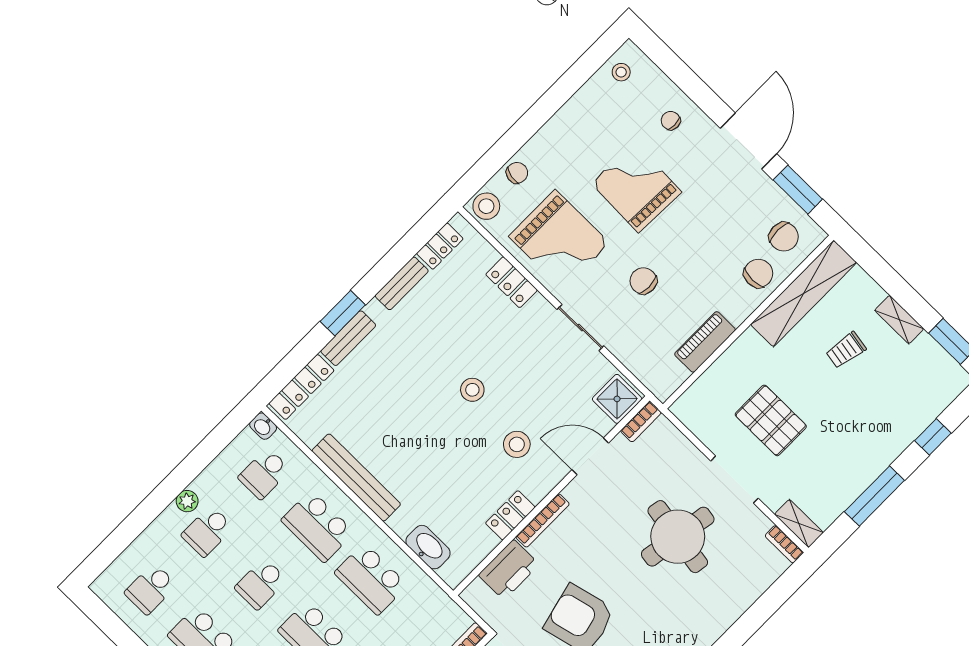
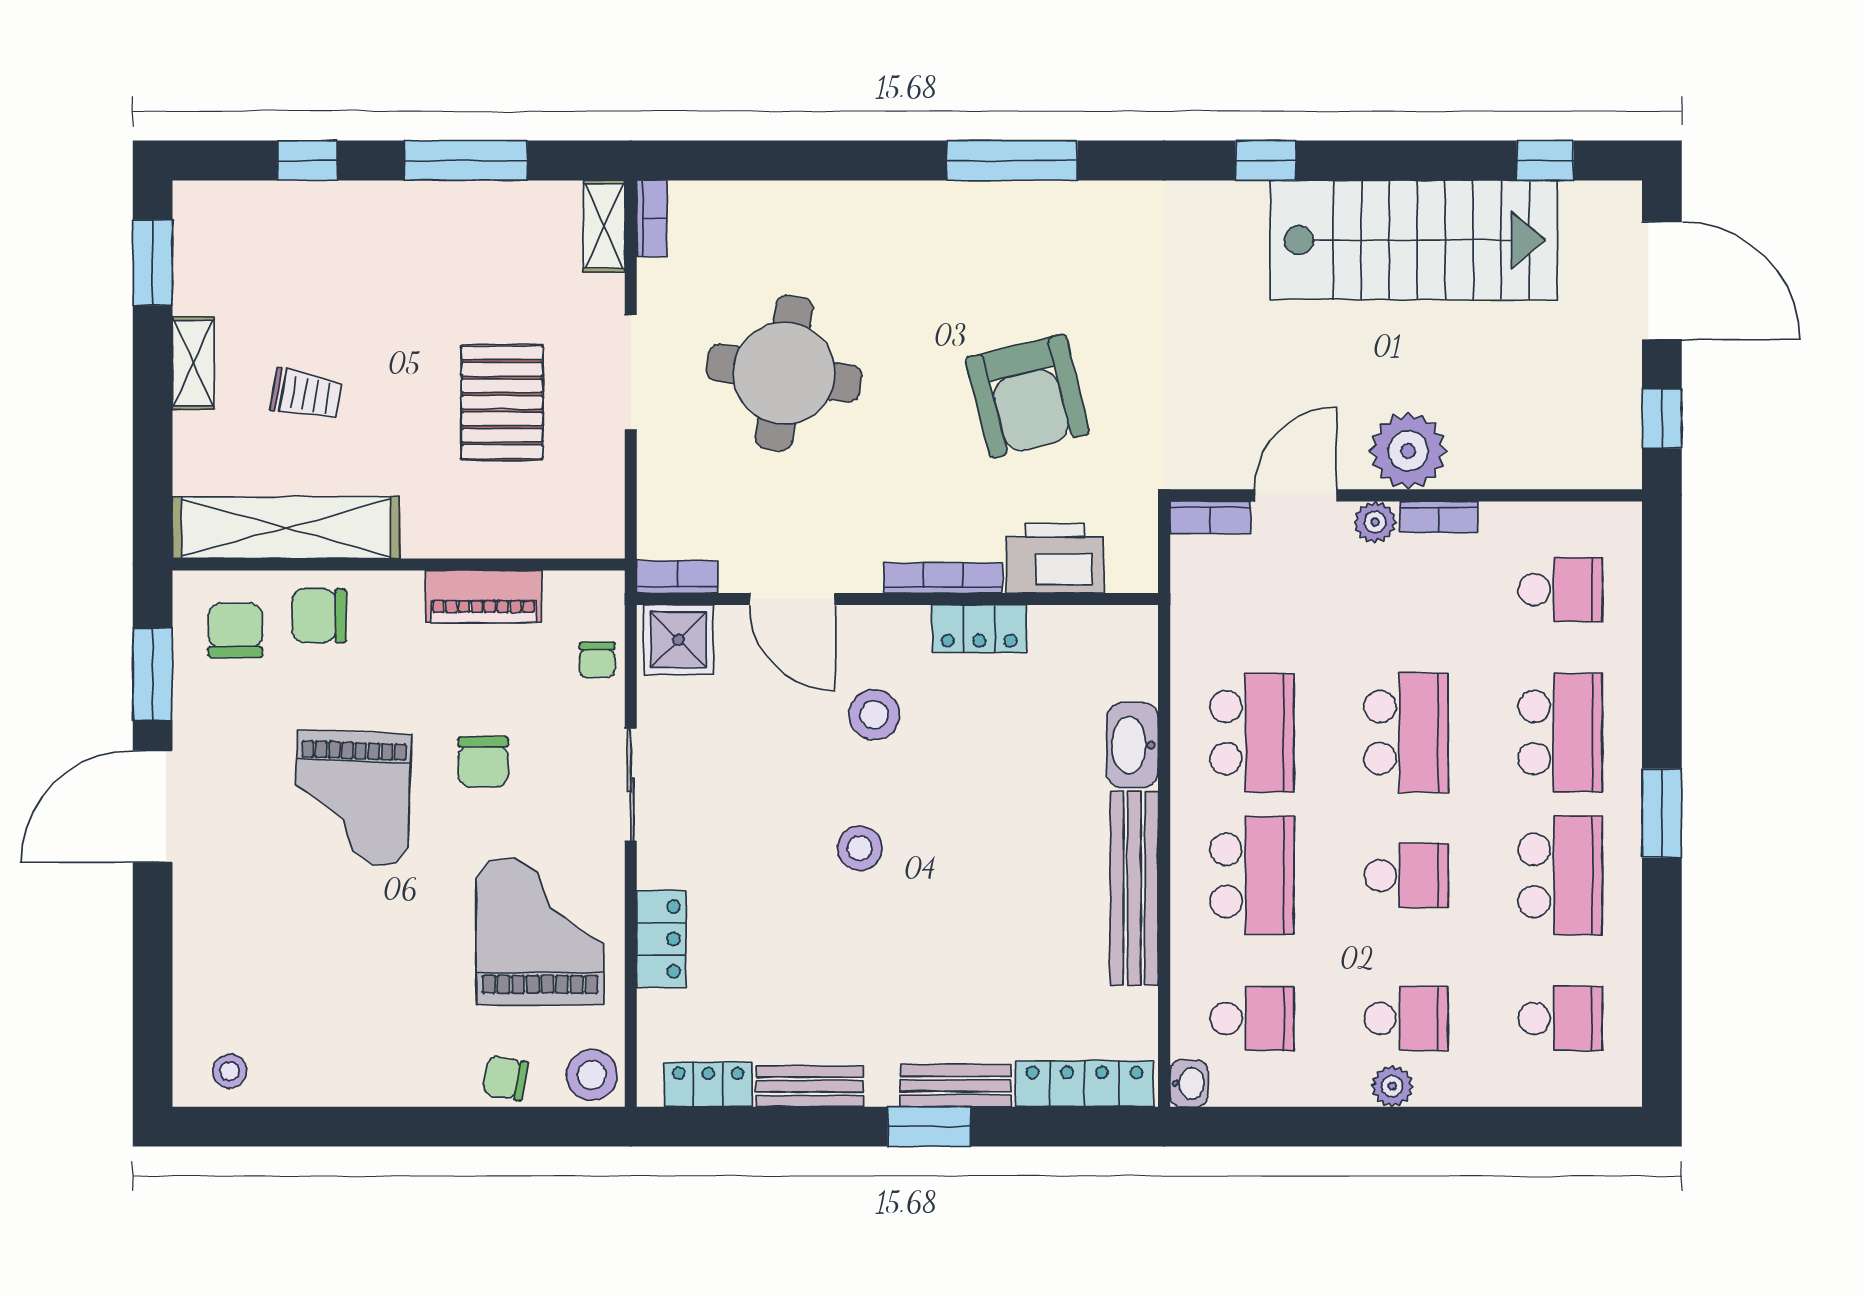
chair: (671, 121) -> (597, 660), moved
grand piano: (636, 188) -> (352, 798), moved
washbasin: (428, 547) -> (1132, 745), moved

